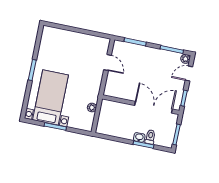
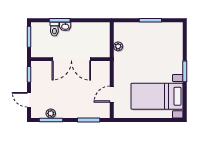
plant: (185, 59) -> (51, 113), moved
door: (108, 62) -> (112, 94), hinge flipped
door: (189, 74) -> (29, 100), swing flipped
bed with nightstands: (51, 97) -> (157, 96), moved, turned 90
double door: (153, 107) -> (71, 59), moved

